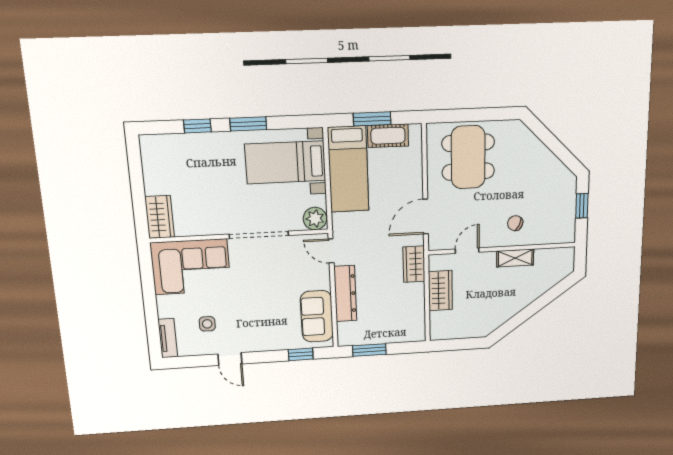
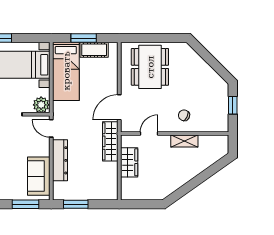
wardrobe: (414, 264) -> (110, 141), width x1.50
window: (301, 354) -> (26, 204), width x1.50

